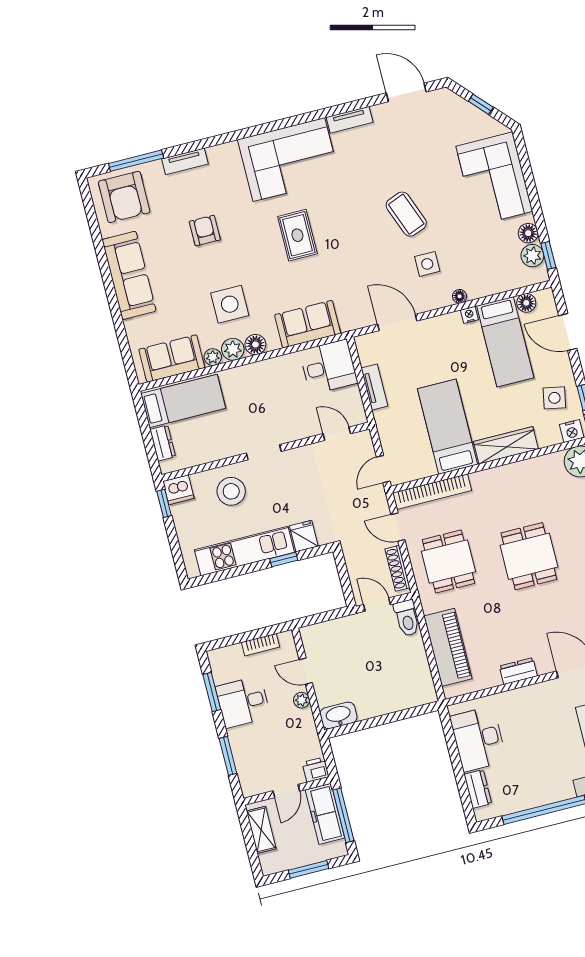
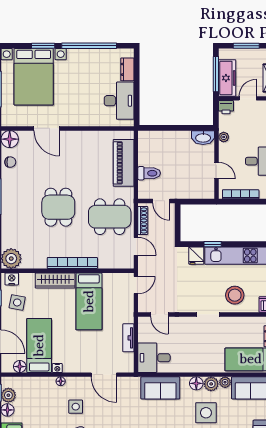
bookcase: (432, 492) -> (72, 263), moved
dining table: (448, 561) -> (110, 217), width x1.37
toilet: (407, 618) -> (149, 173), moved, turned 90
bookcase: (261, 645) -> (241, 194), width x1.56
dresser: (518, 671) -> (83, 137), removed
plant: (302, 700) -> (224, 137), moved

